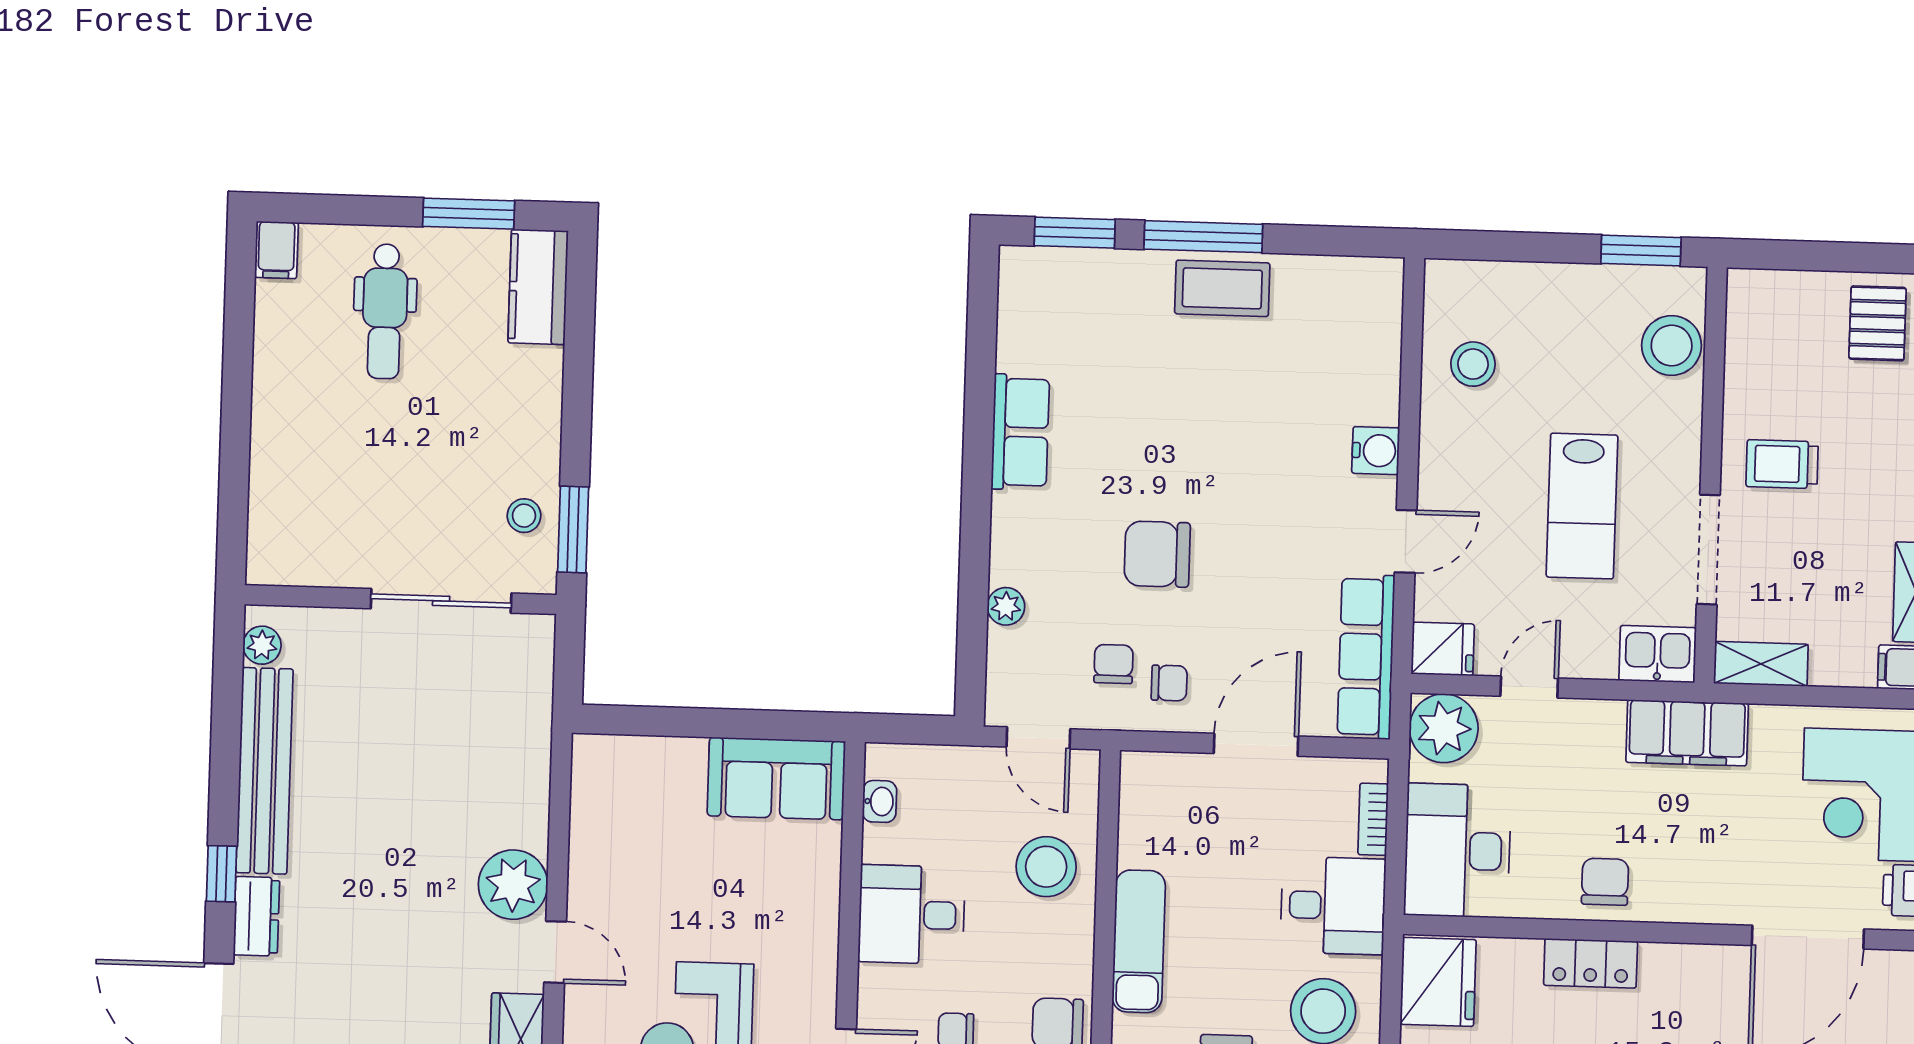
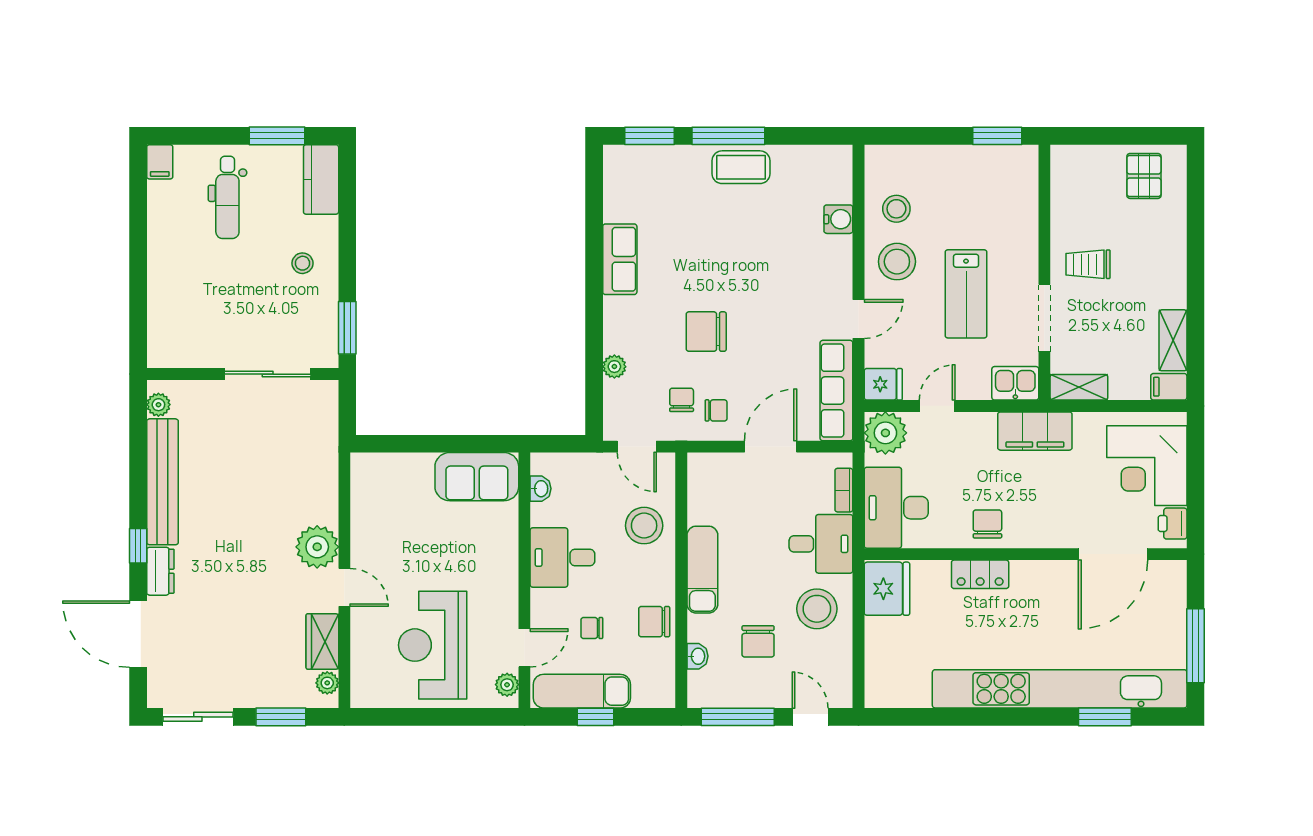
stool: (1672, 346) -> (897, 262), moved
water cooler: (1376, 451) -> (838, 219), moved
stool: (524, 516) -> (302, 263), moved

